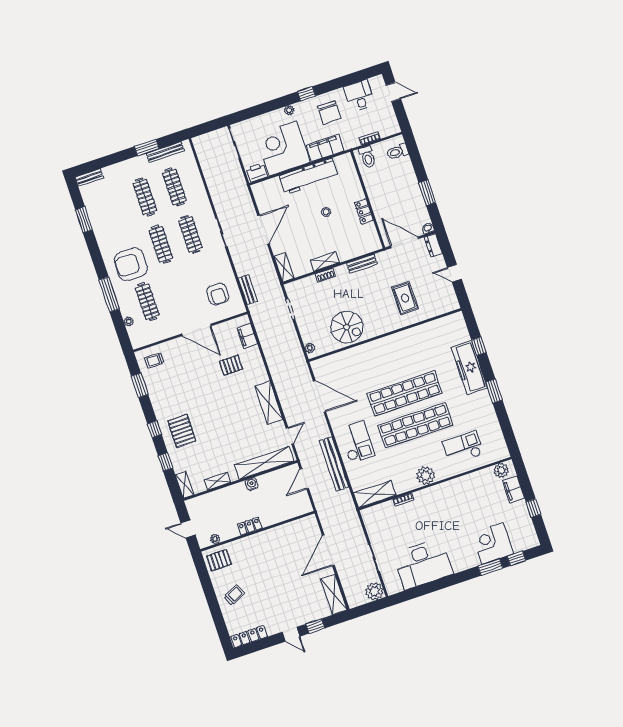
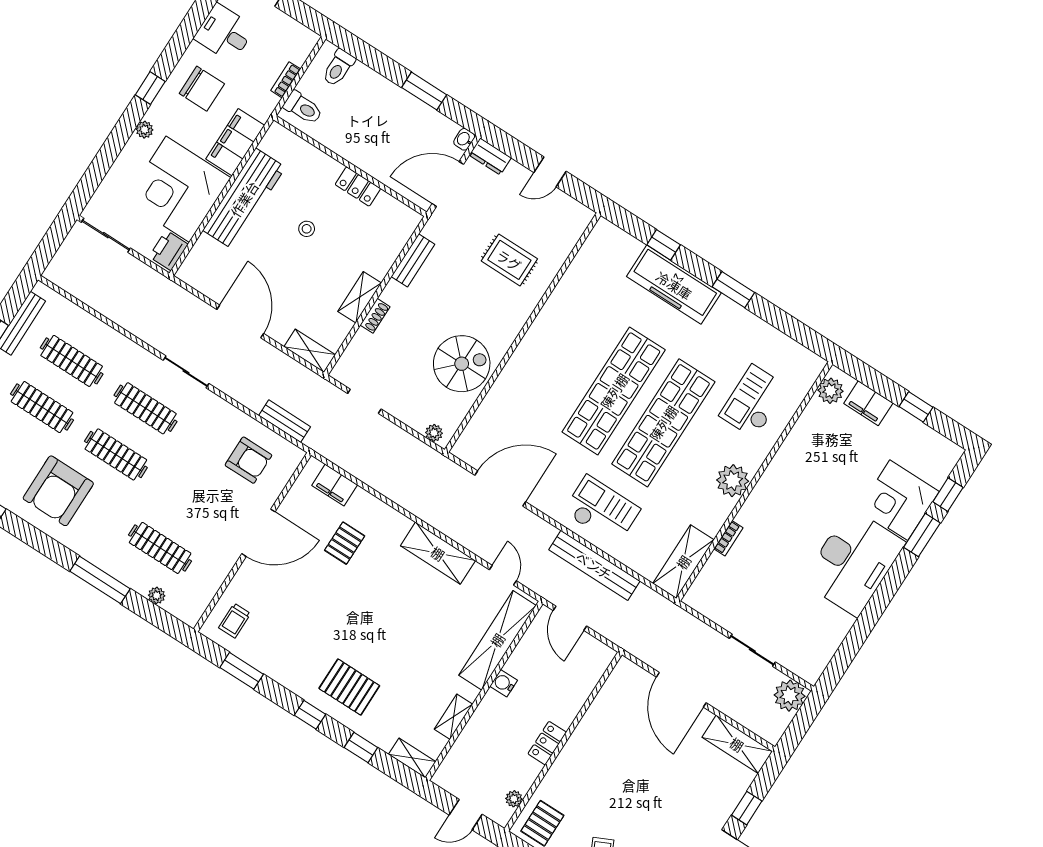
armchair: (131, 264) -> (58, 491), moved
desk: (423, 564) -> (854, 562), moved

